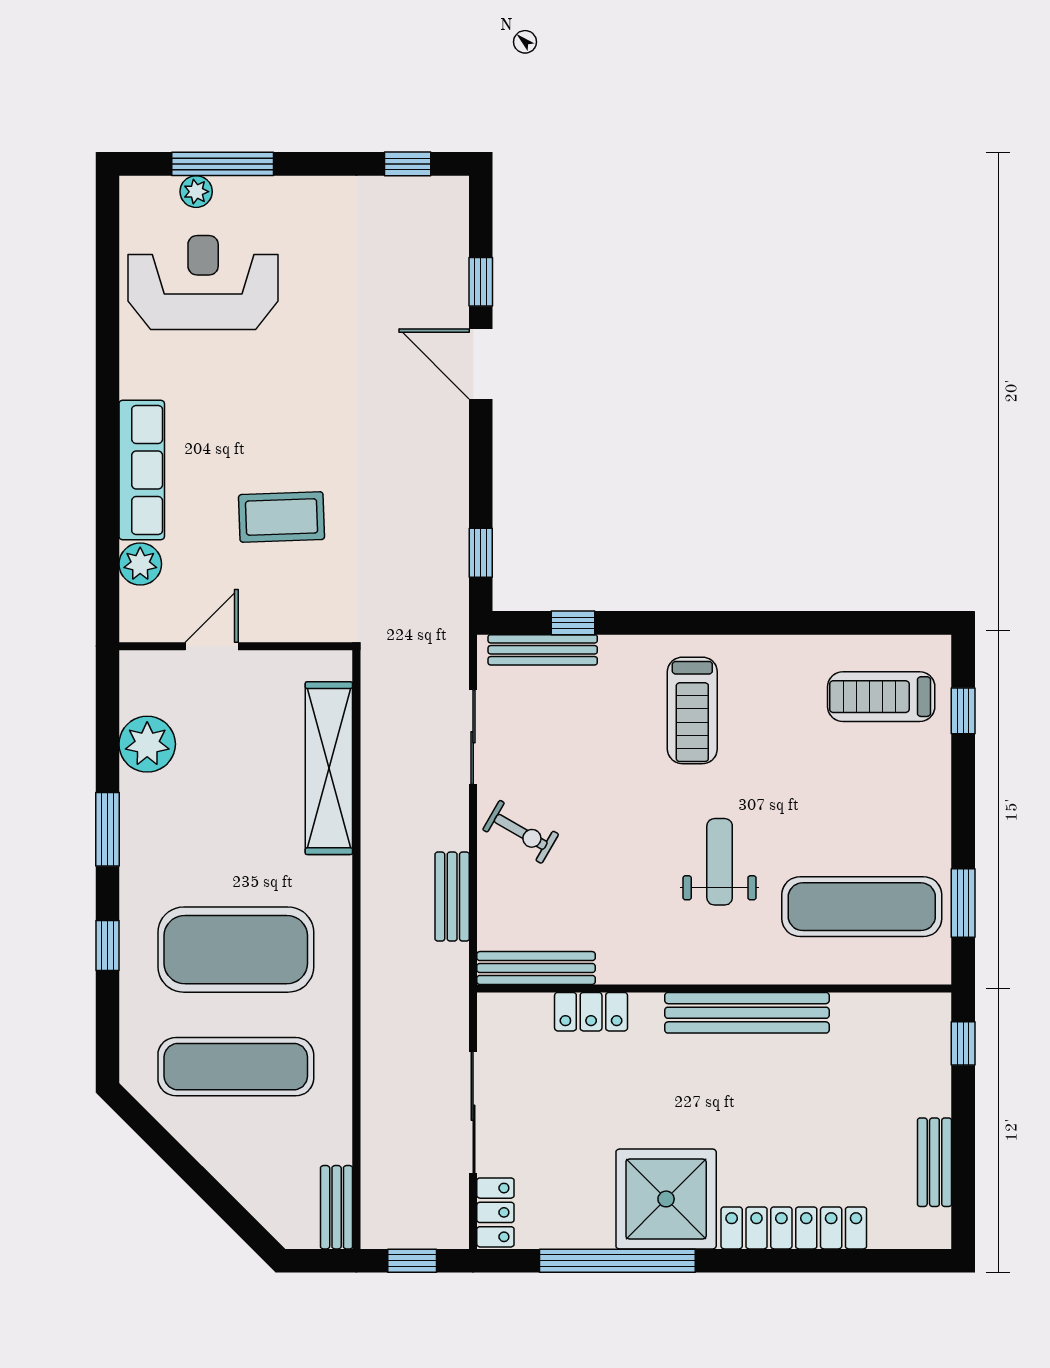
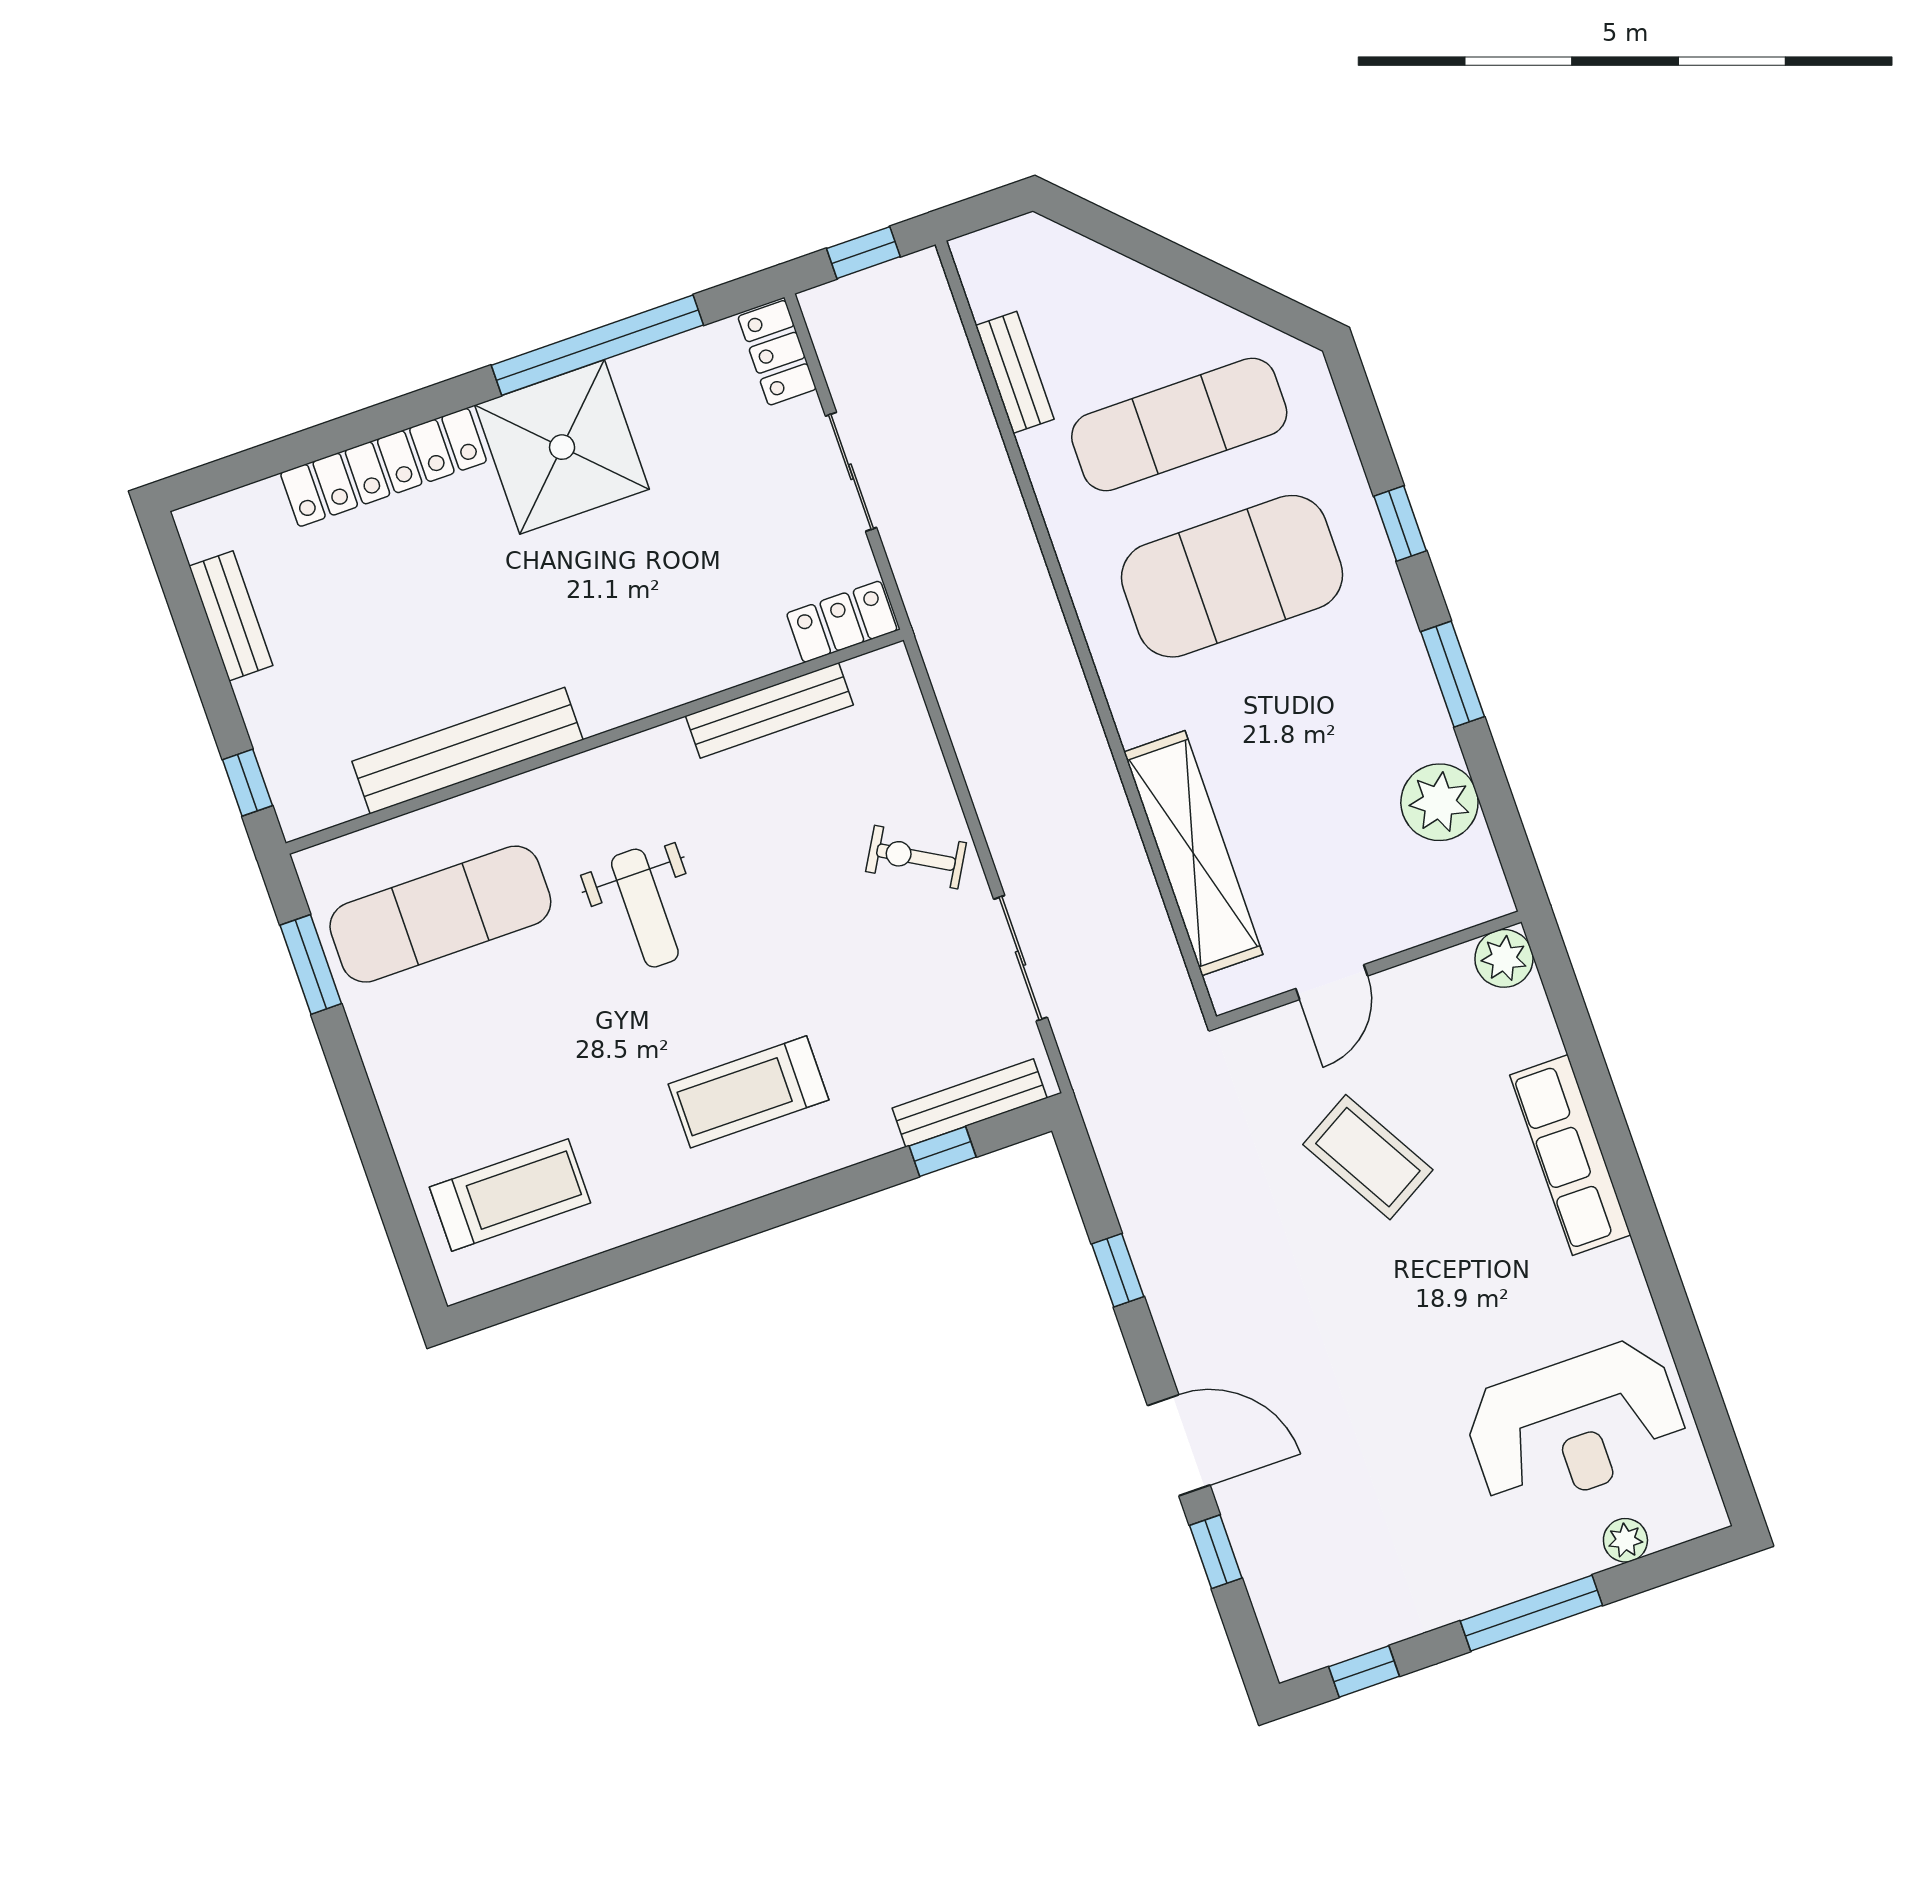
window: (223, 164) -> (1531, 1613), moved
coffee table: (282, 517) -> (1368, 1157), turned 62
window: (481, 553) -> (1118, 1270), moved
plant: (140, 564) -> (1504, 958), moved
door: (212, 646) -> (1332, 982), moved
treadmill: (692, 710) -> (748, 1092), turned -90
window: (963, 711) -> (397, 1213), removed
bench: (452, 897) -> (976, 742), removed
bench: (536, 968) -> (769, 710), moved
locker: (591, 1012) -> (842, 622), moved
bench: (747, 1013) -> (467, 751), moved
sliding door: (473, 1113) -> (851, 472), width x0.73
bench: (337, 1207) -> (1015, 372), moved

